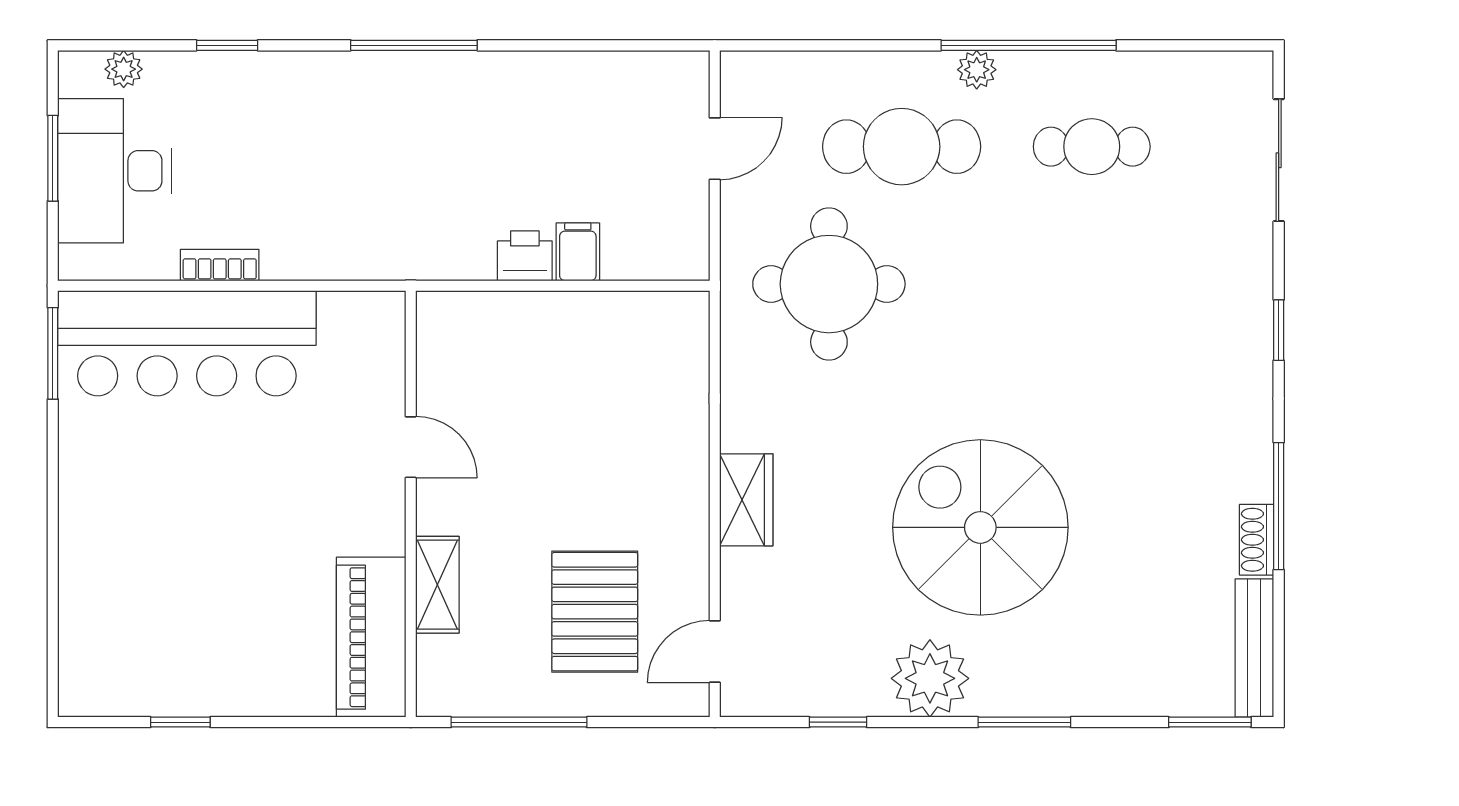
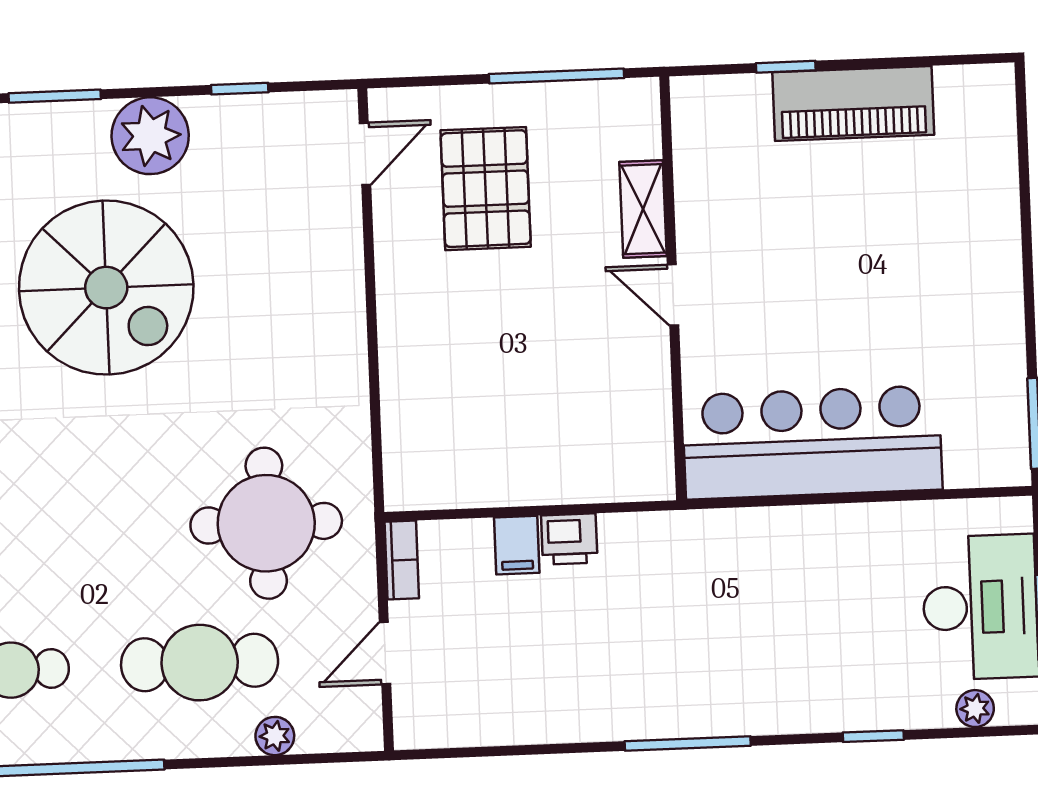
plant: (977, 70) -> (275, 736), moved
bookcase: (220, 265) -> (402, 560), moved, turned -90
bar counter: (187, 343) -> (812, 442), moved
door: (411, 447) -> (673, 295), moved
wardrobe: (746, 500) -> (340, 306), removed
piano: (371, 637) -> (853, 103), moved, turned 90
window: (180, 722) -> (786, 67), moved

